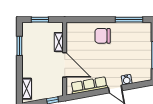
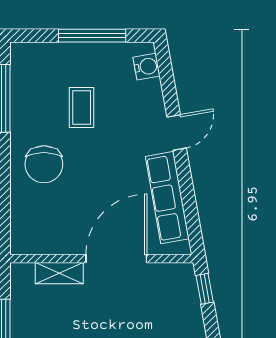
coffee table: (125, 51) -> (82, 108), added
water cooler: (127, 80) -> (147, 67), moved

